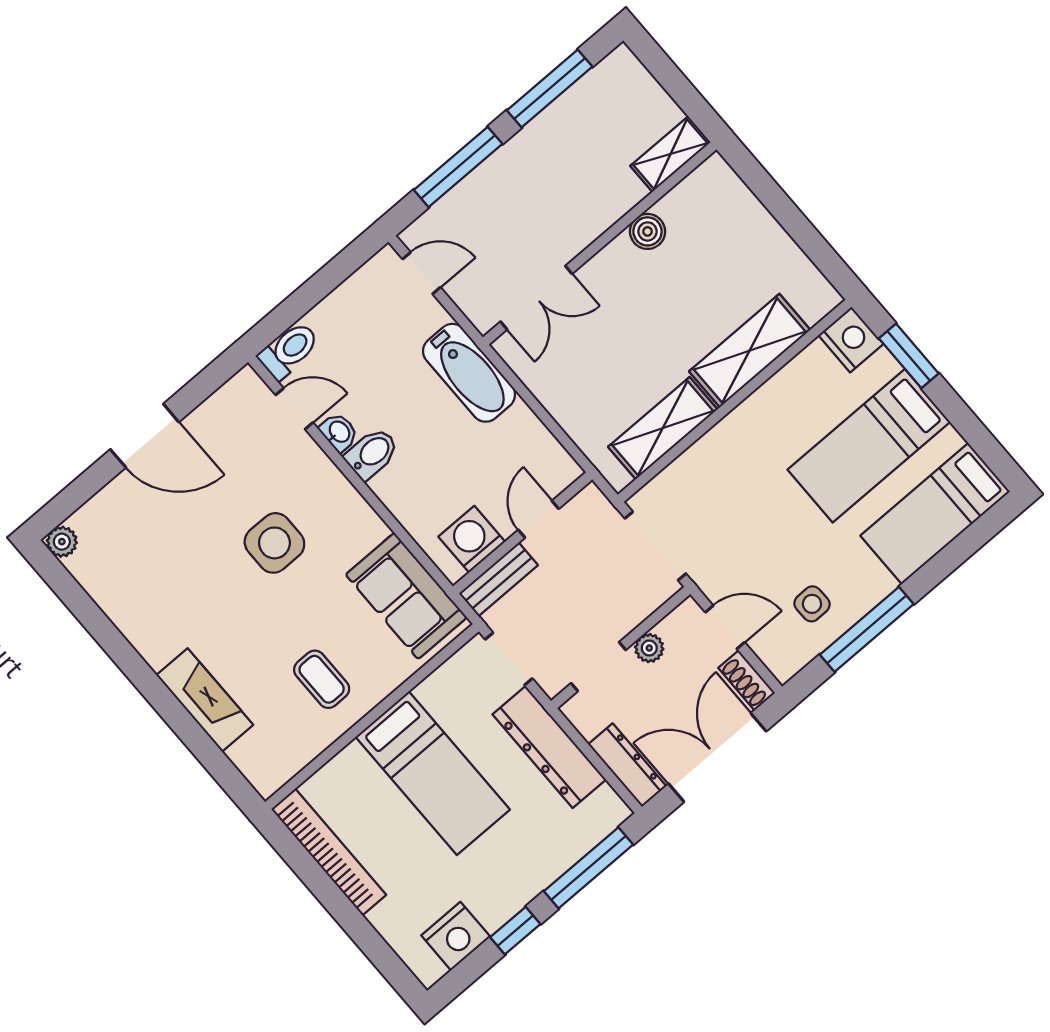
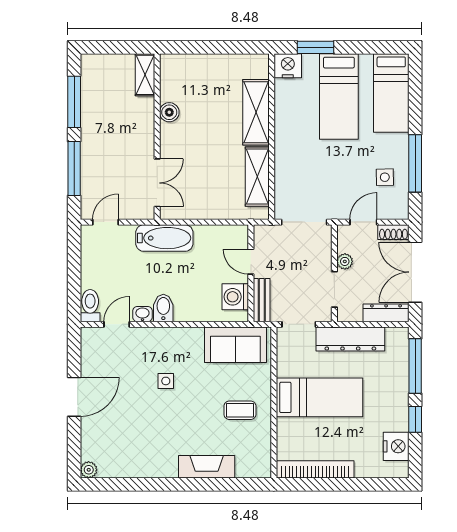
side table: (274, 543) -> (166, 381), width x0.54, depth x0.54

